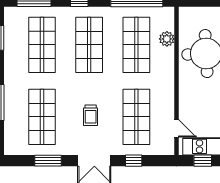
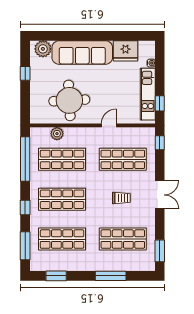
door: (177, 128) -> (109, 125), moved
window: (48, 161) -> (160, 251), moved
window: (134, 161) -> (160, 143), moved

